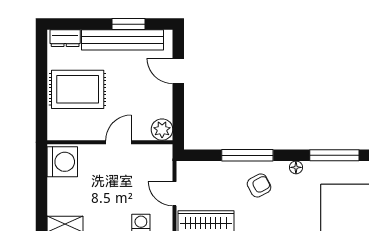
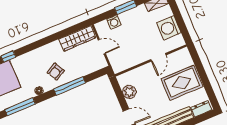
plant: (162, 130) -> (129, 92), moved
door: (118, 142) -> (158, 57), moved
washing machine: (62, 162) -> (169, 28), moved

